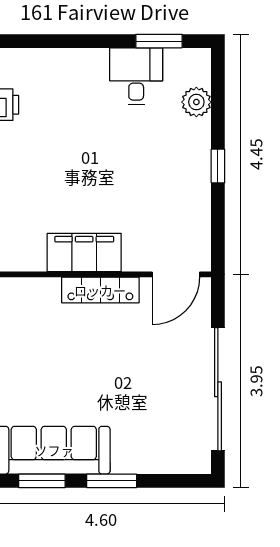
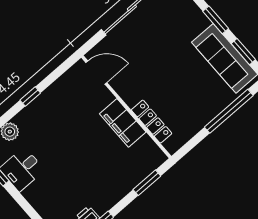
locker: (100, 290) -> (152, 122), moved

